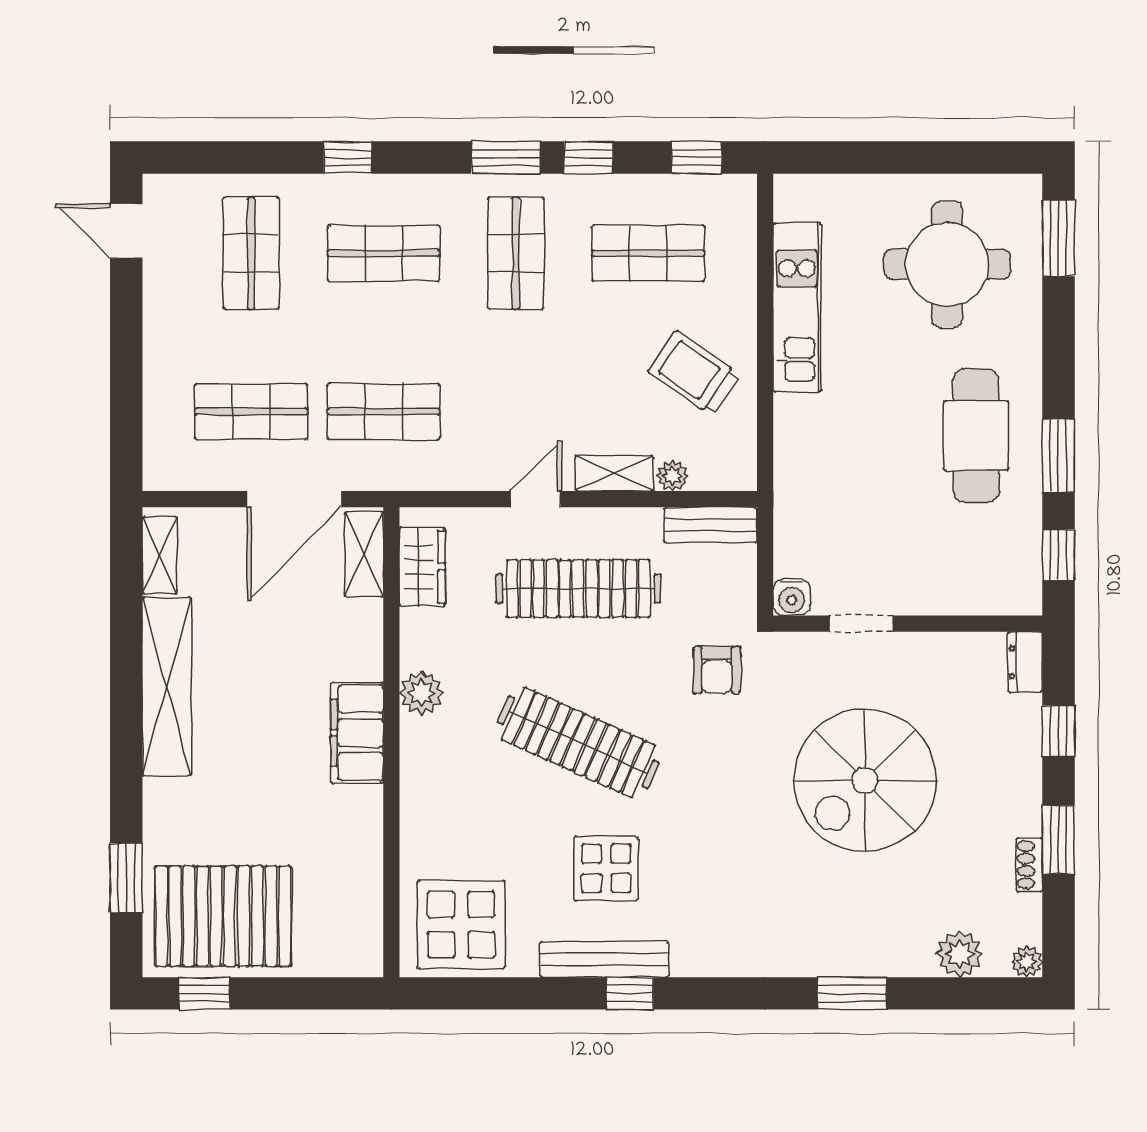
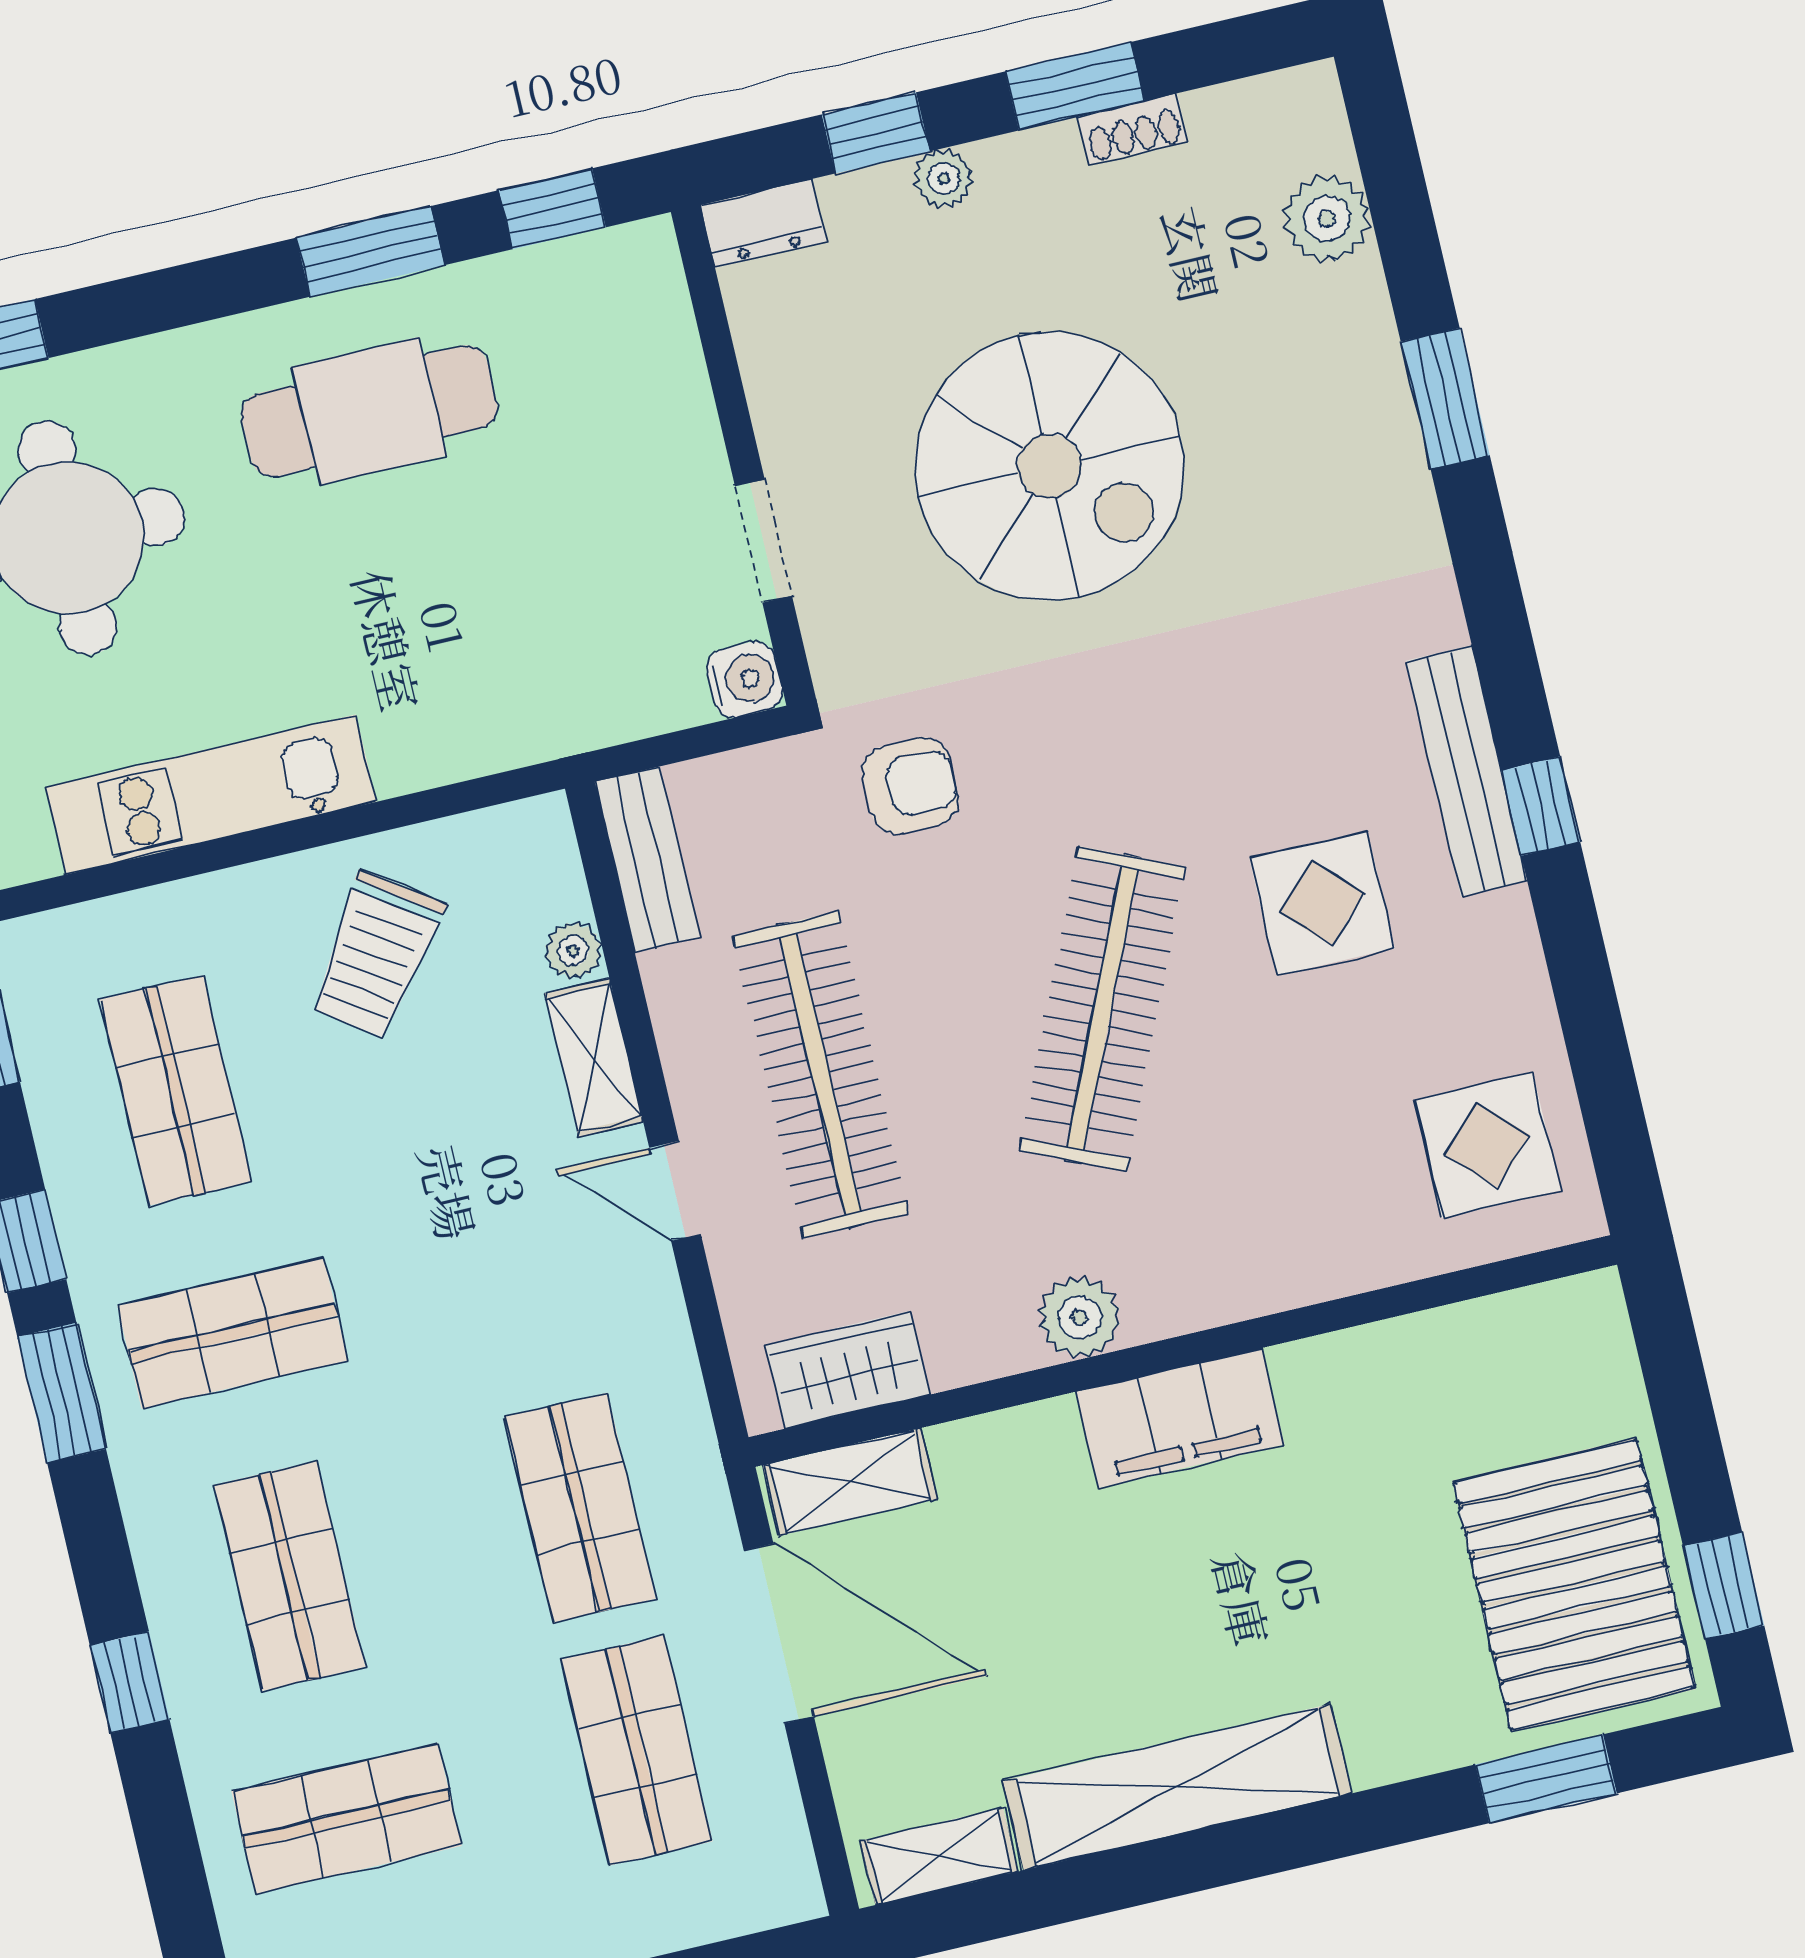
display table: (461, 925) -> (1487, 1145), width x0.73, depth x0.73
bench: (604, 959) -> (1467, 771), moved
plant: (1027, 962) -> (943, 179), moved

